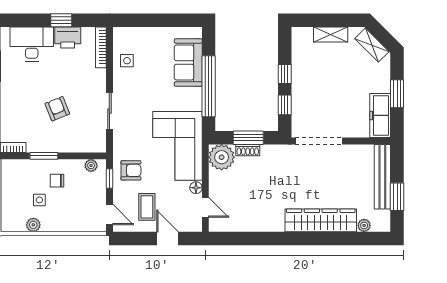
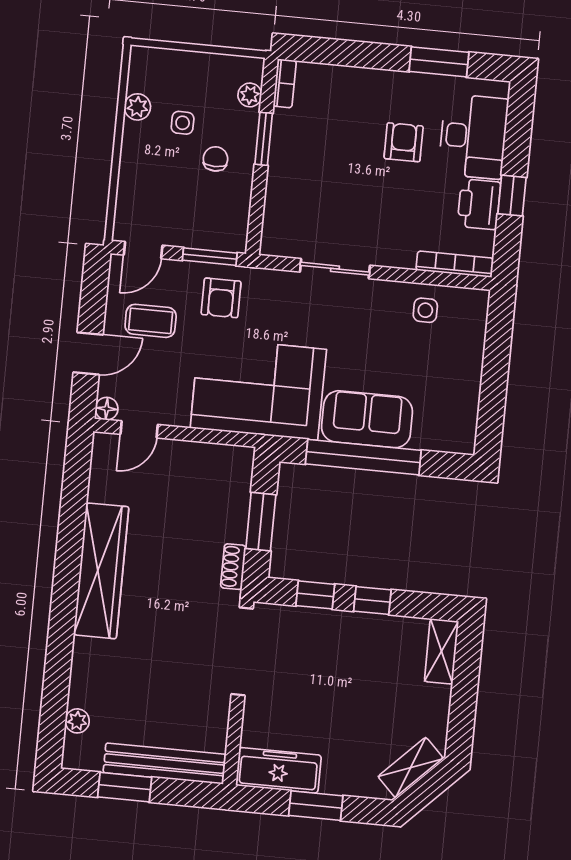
shelving: (331, 35) -> (441, 651), moved
sofa: (188, 62) -> (367, 419), moved
armchair: (57, 109) -> (404, 142), moved, turned -68
shoe rack: (248, 150) -> (233, 567), moved
plant: (222, 157) -> (229, 469), removed
plant: (91, 165) -> (250, 95), moved
window: (109, 179) -> (210, 257), width x1.50
floor lamp: (196, 188) -> (107, 409), moved
wardrobe: (321, 220) -> (101, 571), moved

